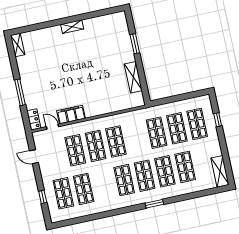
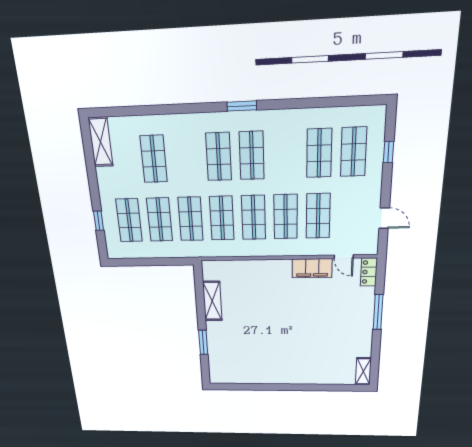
shelving: (72, 27) -> (283, 378), removed
shop shelf: (165, 171) -> (222, 218), moved
window: (154, 204) -> (242, 106), moved

